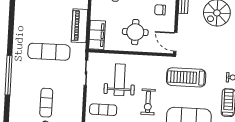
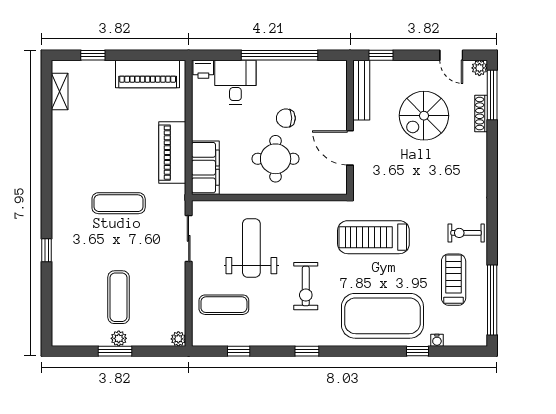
chair: (160, 10) -> (286, 118), moved
door: (175, 42) -> (350, 148), moved
exercise mat: (49, 52) -> (119, 203), width x0.73, depth x0.69
window: (9, 75) -> (46, 250), width x0.32

